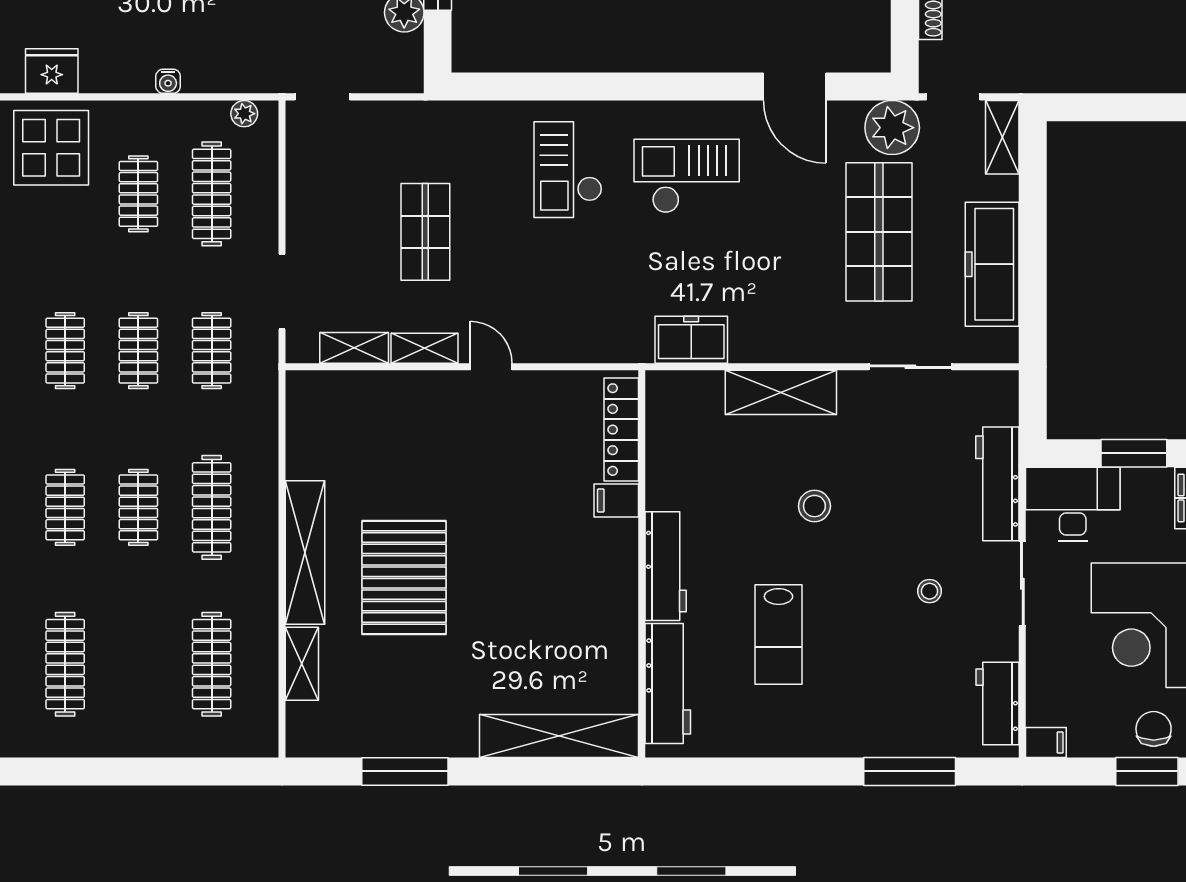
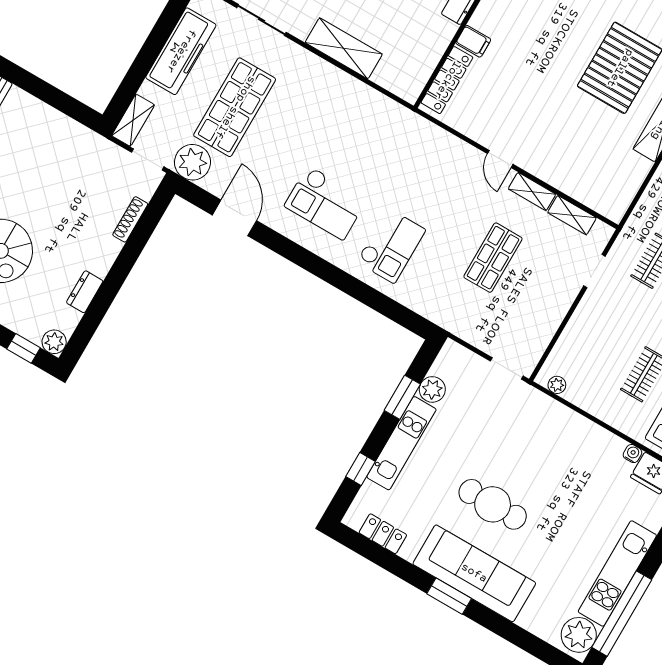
water cooler: (168, 81) -> (632, 454), moved
clothes rail: (212, 194) -> (602, 350), removed
doorway: (282, 292) -> (594, 271), width x0.73
freezer: (691, 340) -> (377, 108), removed

